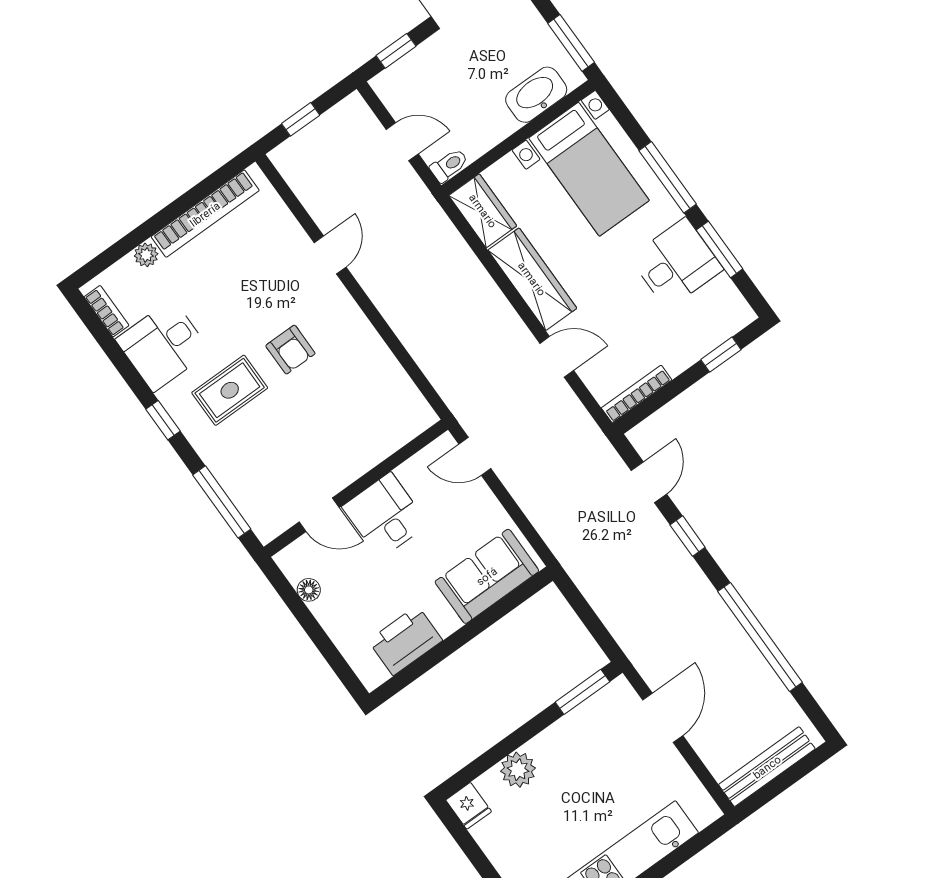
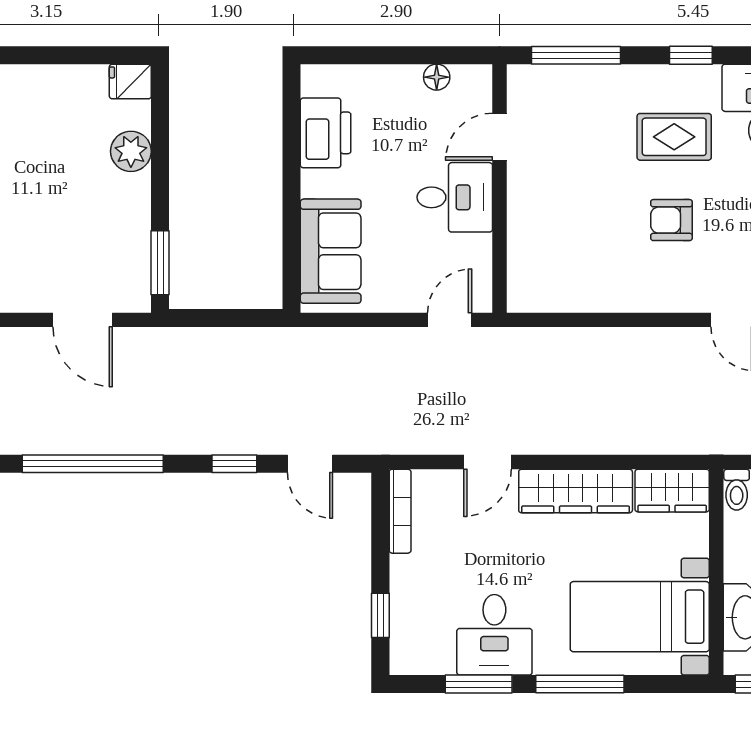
rug: (230, 390) -> (674, 137), turned 90

